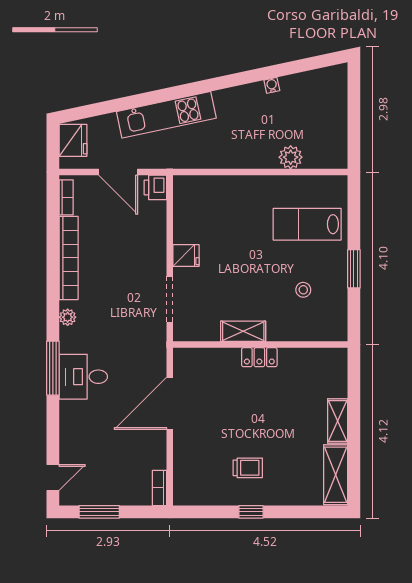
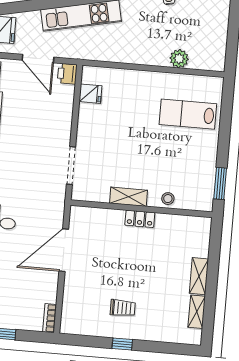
fridge: (186, 255) -> (90, 94), moved
window: (354, 269) -> (220, 183), moved
stool: (303, 290) -> (168, 199), moved
shelving: (336, 475) -> (197, 312), width x0.67, depth x0.75

